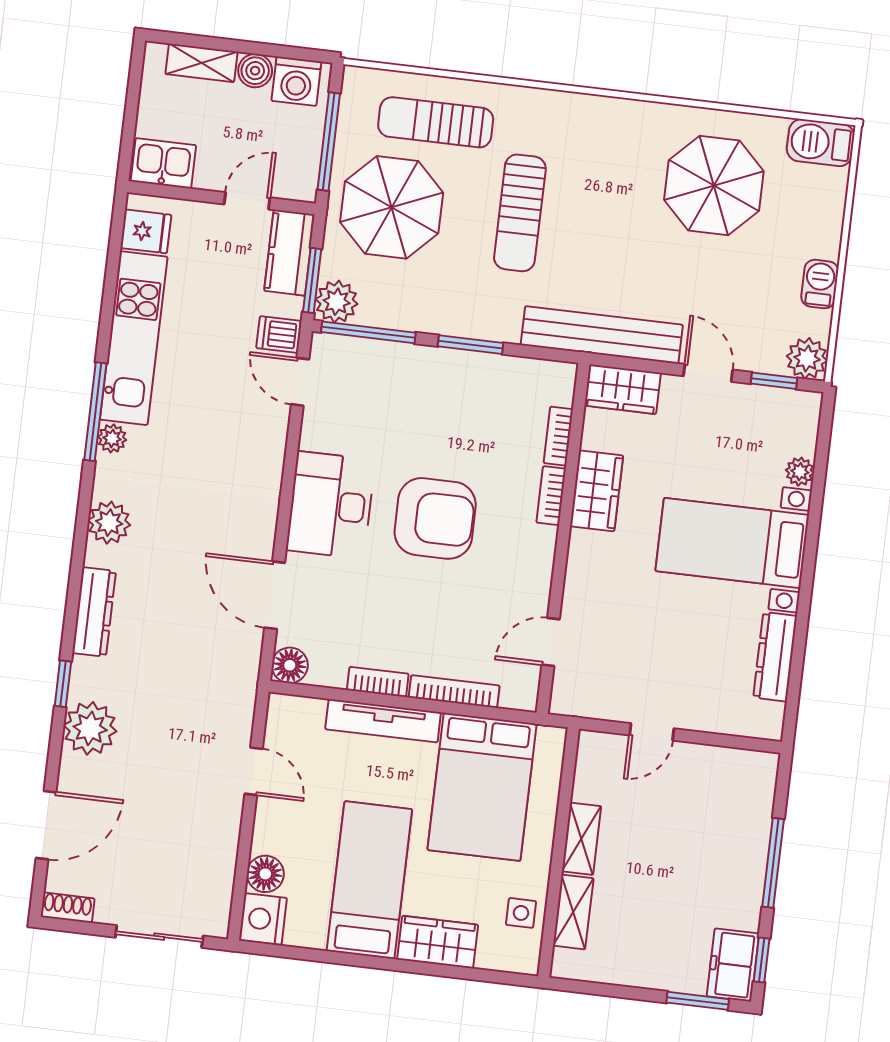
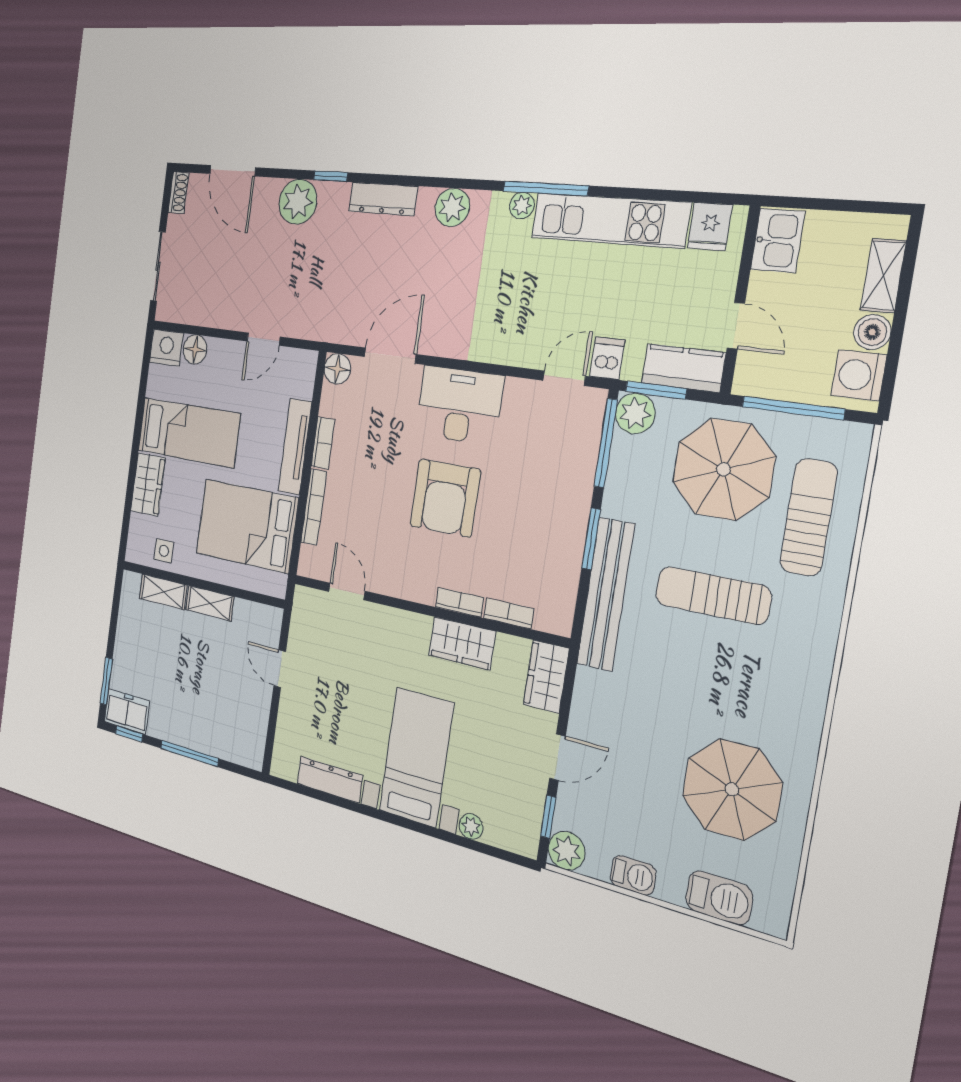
barbecue: (821, 143) -> (719, 898), moved, turned 90
bench: (602, 335) -> (606, 594), moved

